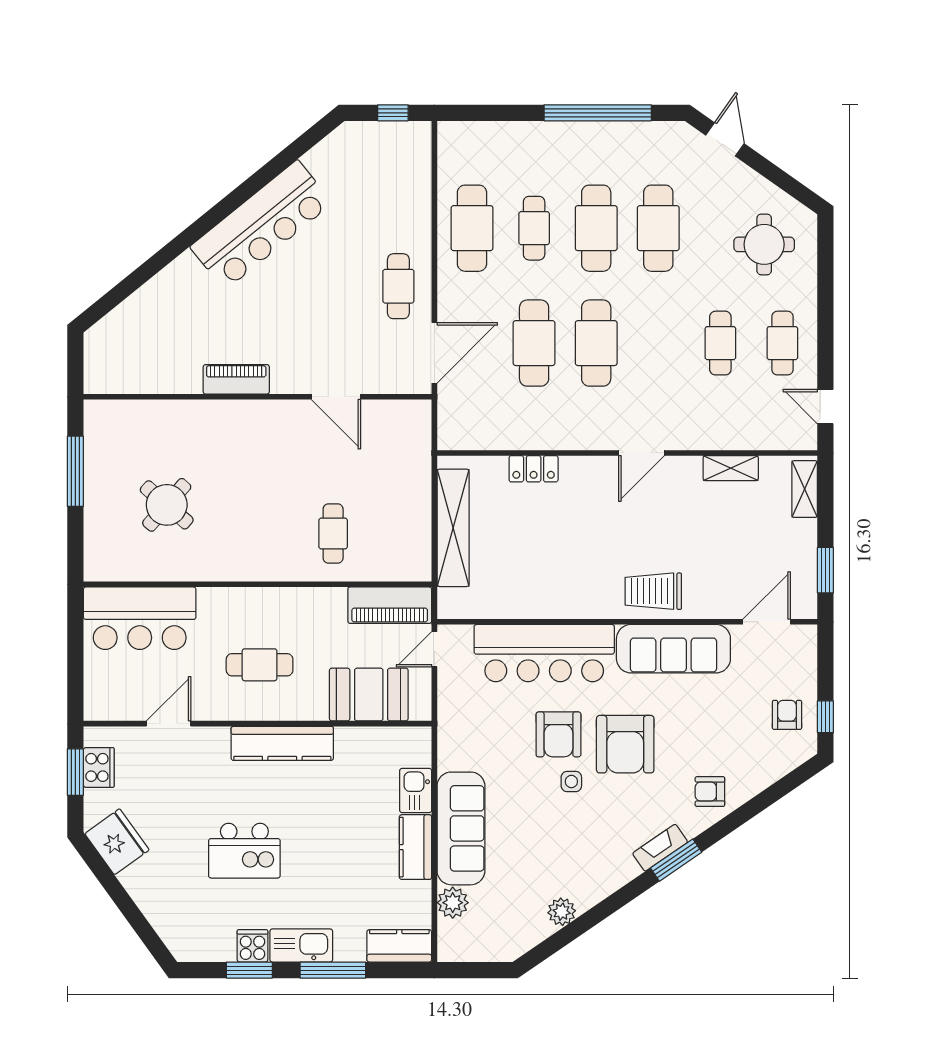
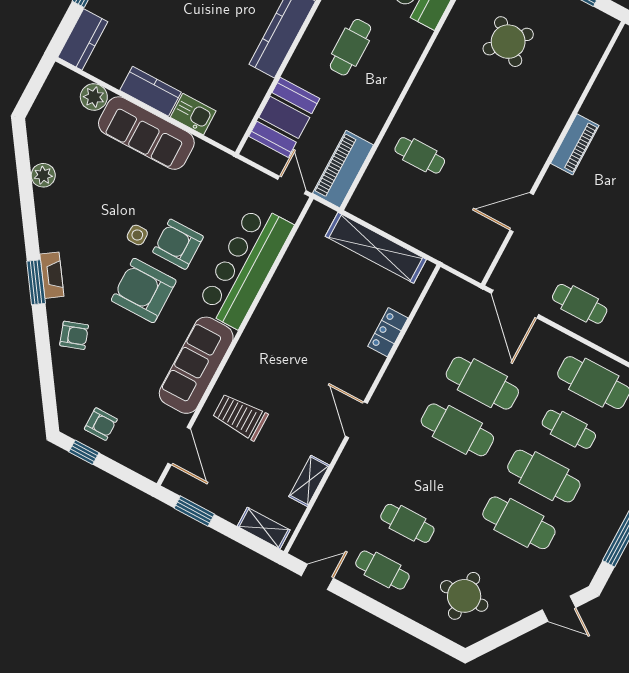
trolley: (653, 591) -> (240, 417), moved, turned -90
armchair: (710, 792) -> (74, 335), turned 71

